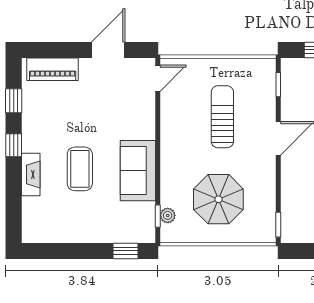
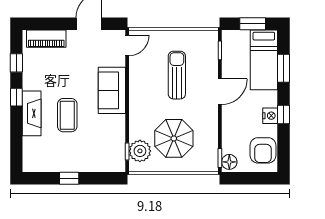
sofa: (138, 171) -> (112, 90), moved
fireplace: (31, 174) -> (32, 113), width x1.37, depth x1.32
plant: (168, 215) -> (140, 151), width x1.87, depth x1.87
floor lamp: (291, 230) -> (229, 162), added
window: (126, 251) -> (69, 178), moved

